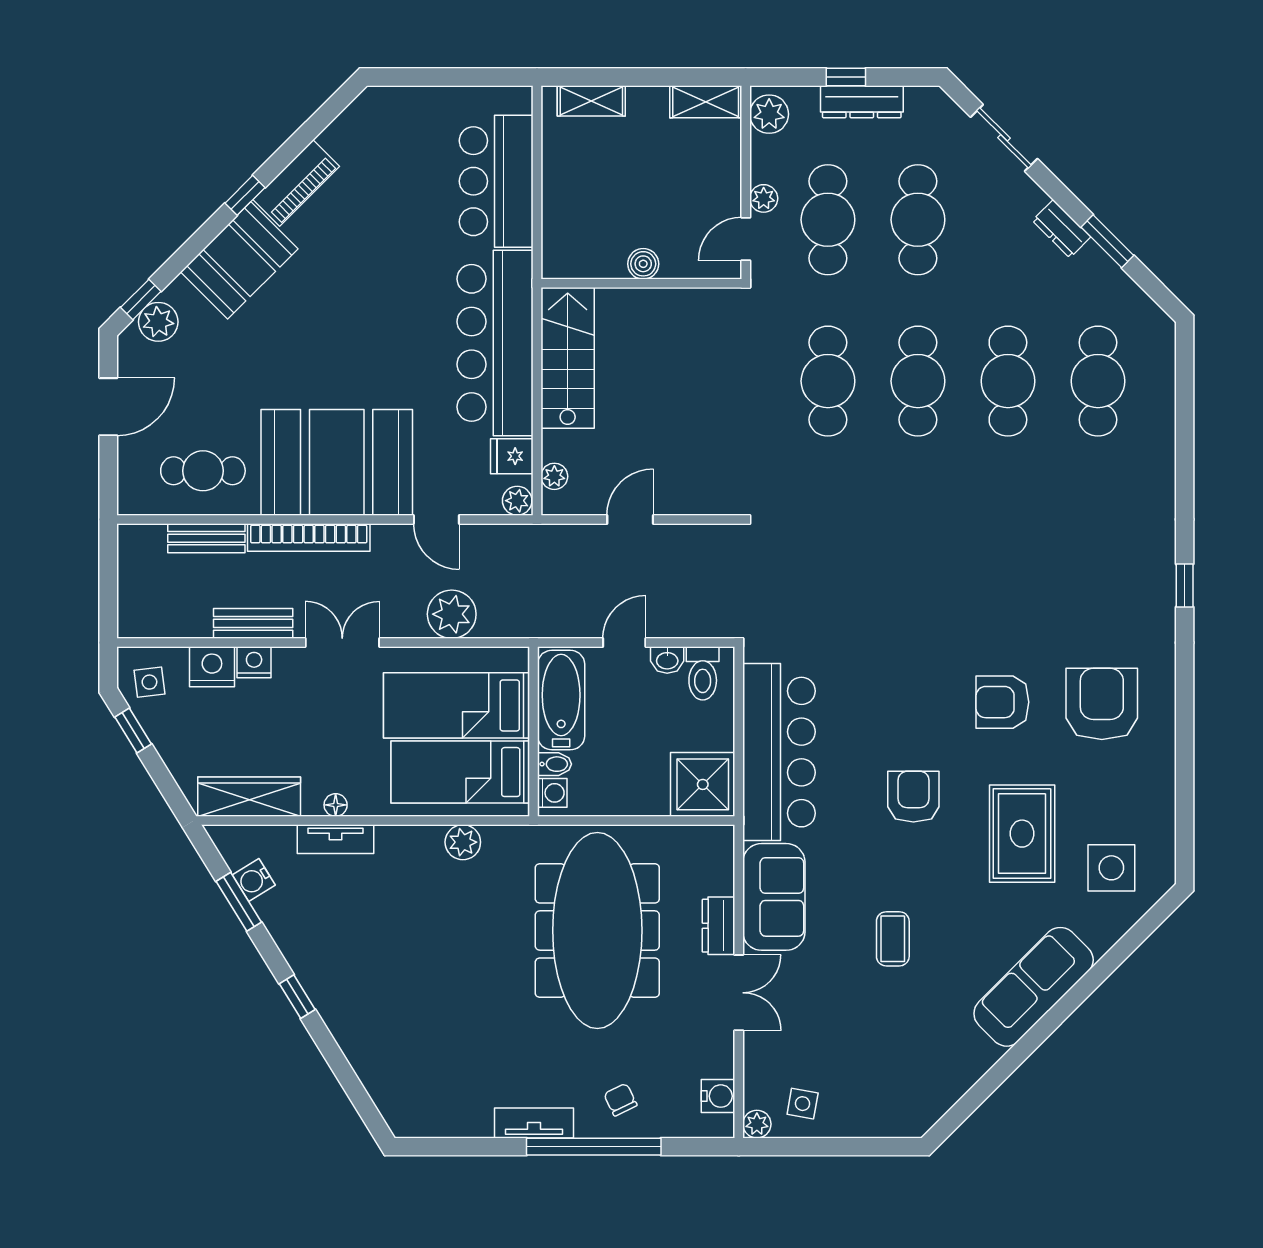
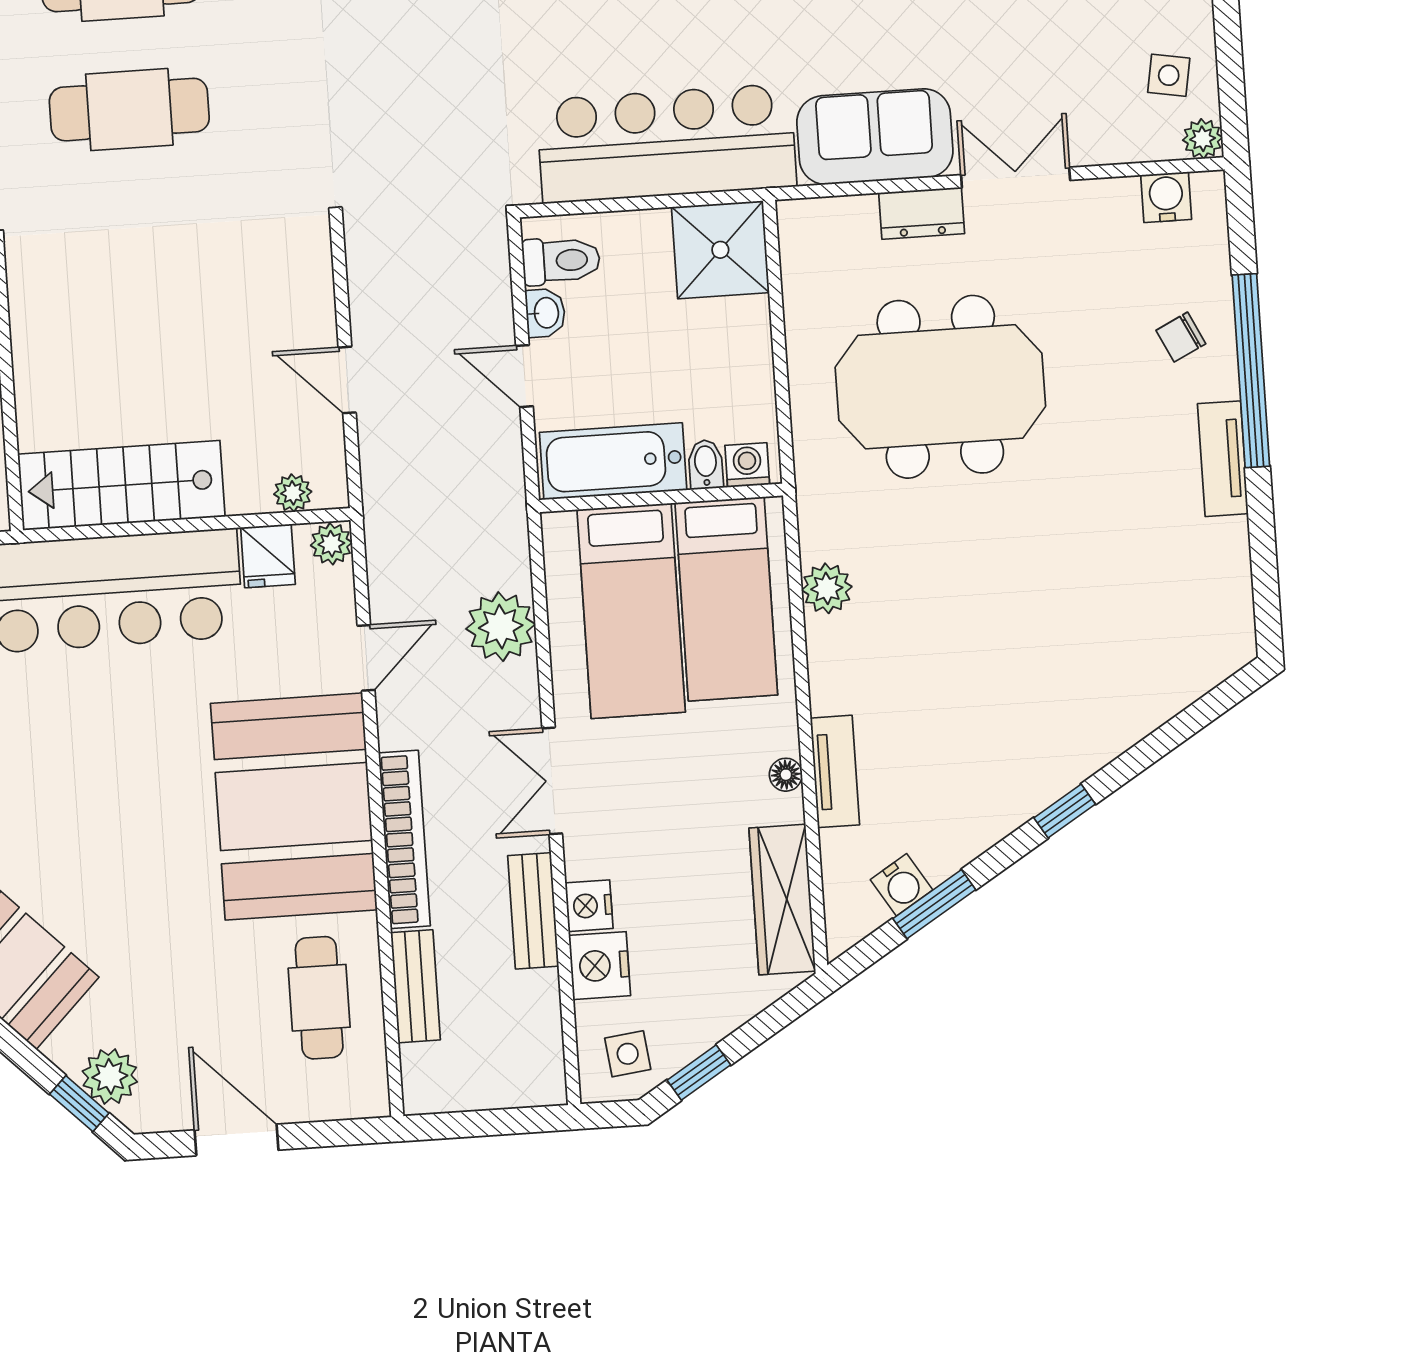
meeting table: (597, 930) -> (940, 387), width x0.73

